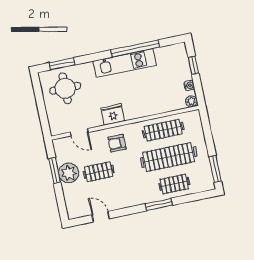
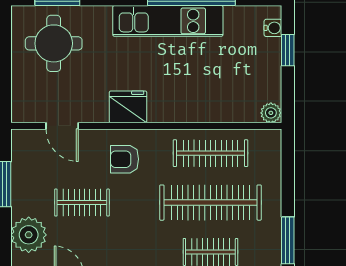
water cooler: (189, 85) -> (273, 28), moved
plant: (69, 173) -> (29, 235), moved

